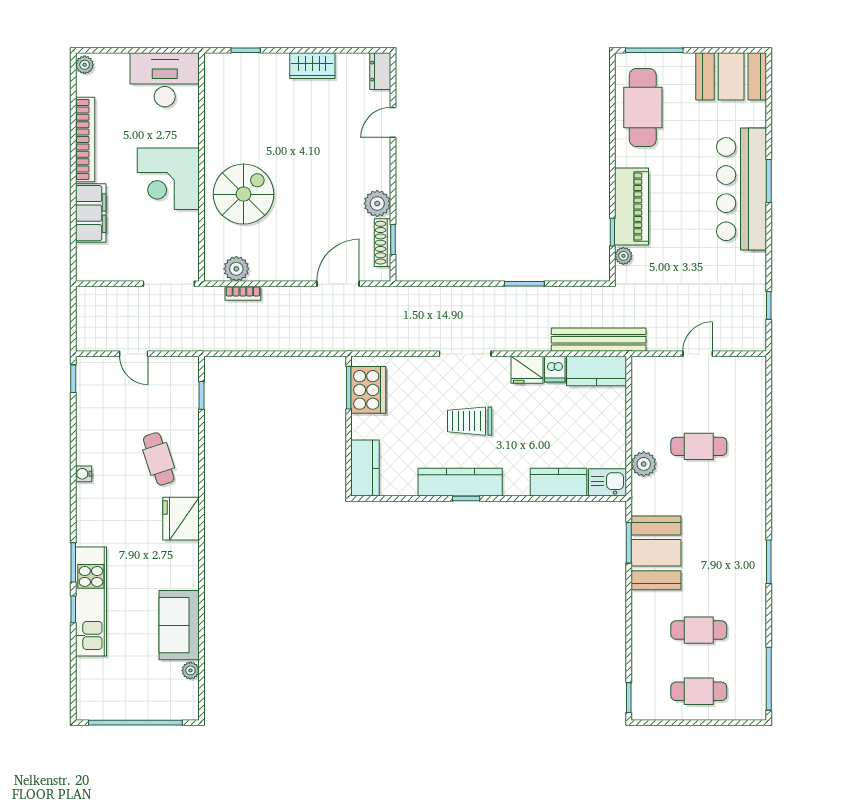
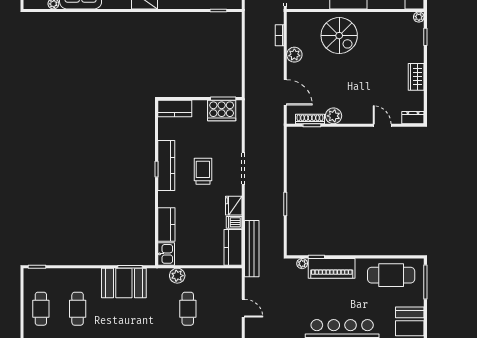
plant: (213, 61) -> (419, 17), added
plant: (236, 269) -> (294, 55), moved

